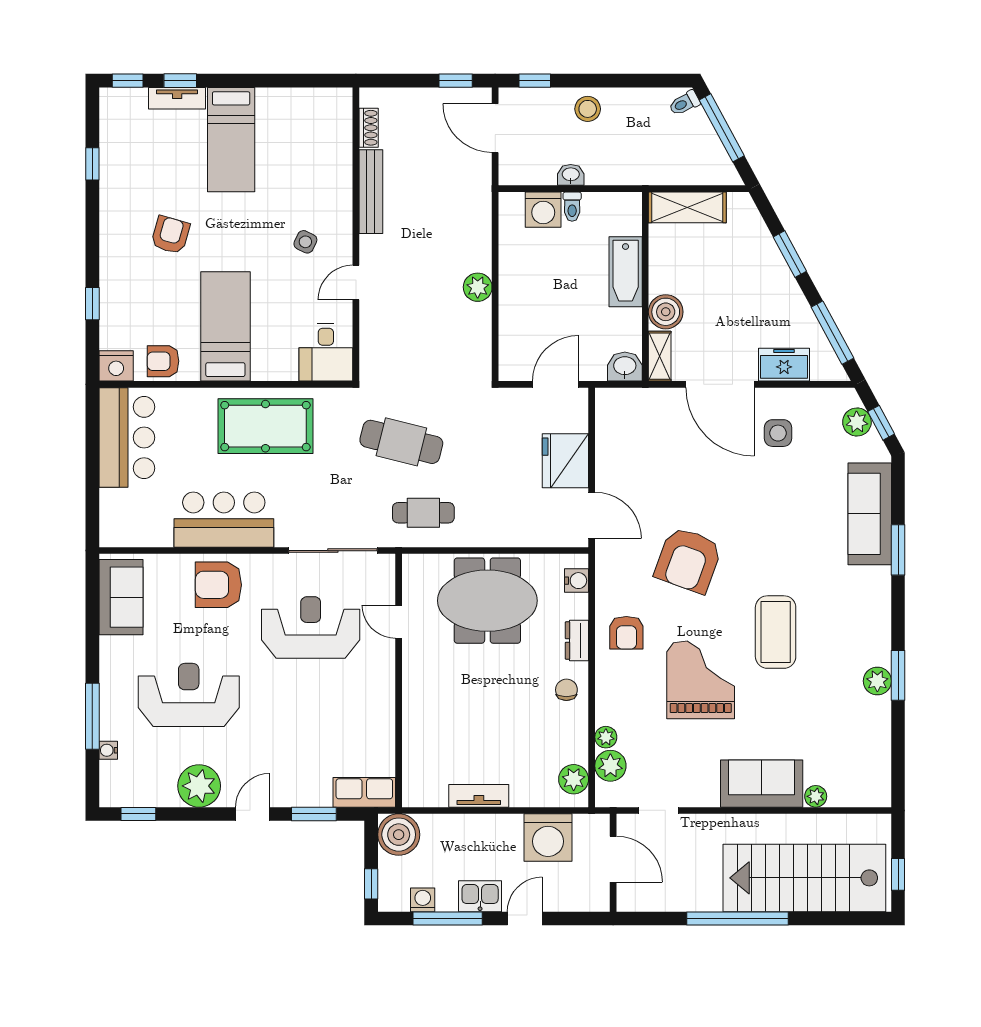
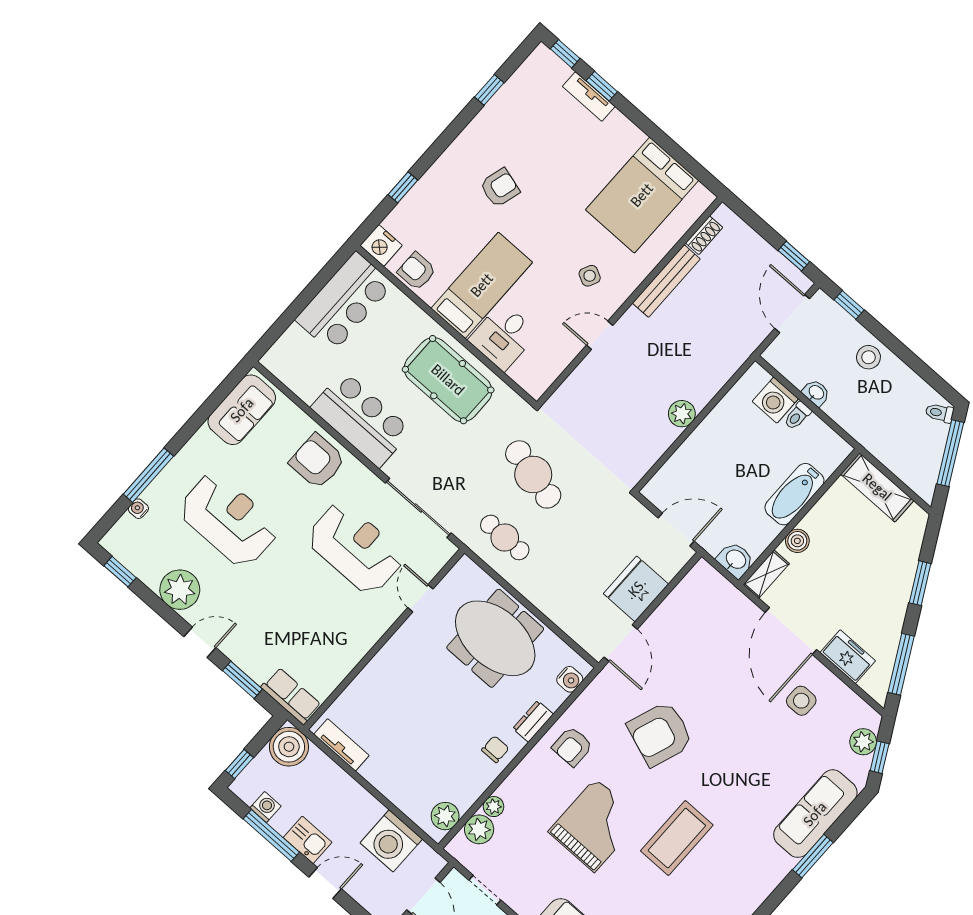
bed: (231, 140) -> (642, 195), moved, width x1.50
boiler: (666, 312) -> (797, 541), width x0.73, depth x0.73
desk: (326, 352) -> (503, 336), moved
tv unit: (479, 796) -> (341, 745), moved

